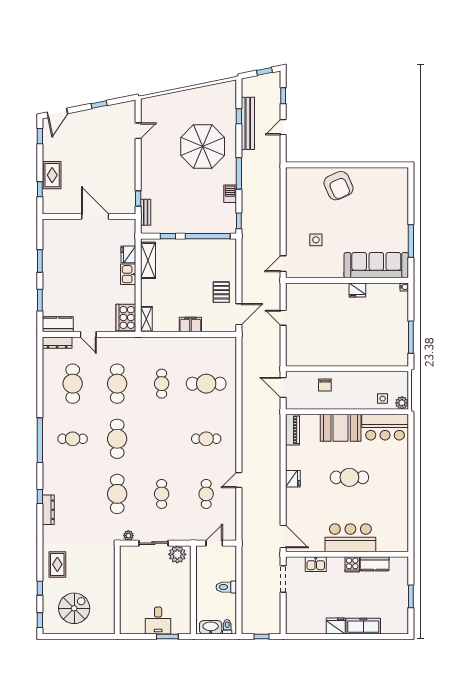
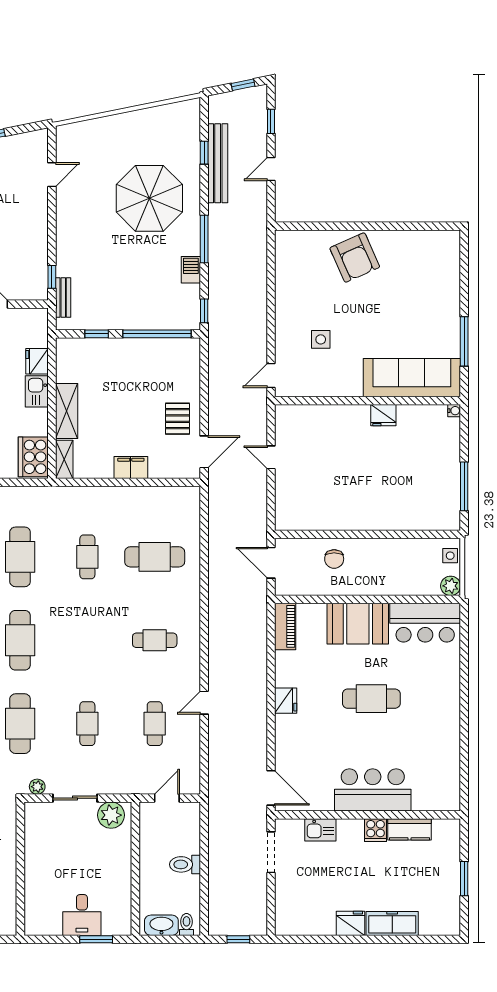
shelving: (148, 260) -> (67, 411), moved
side table: (383, 399) -> (450, 556), moved

